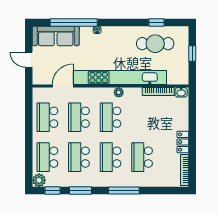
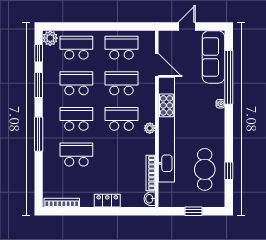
locker: (183, 142) -> (107, 201), moved

